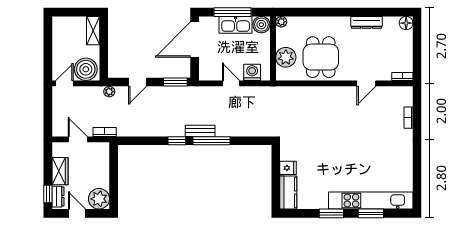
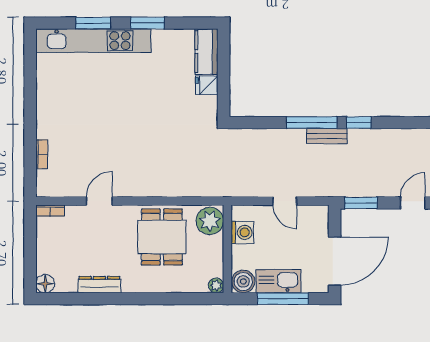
plant: (286, 57) -> (210, 221), moved
washing machine: (252, 72) -> (242, 232), moved, turned -90

